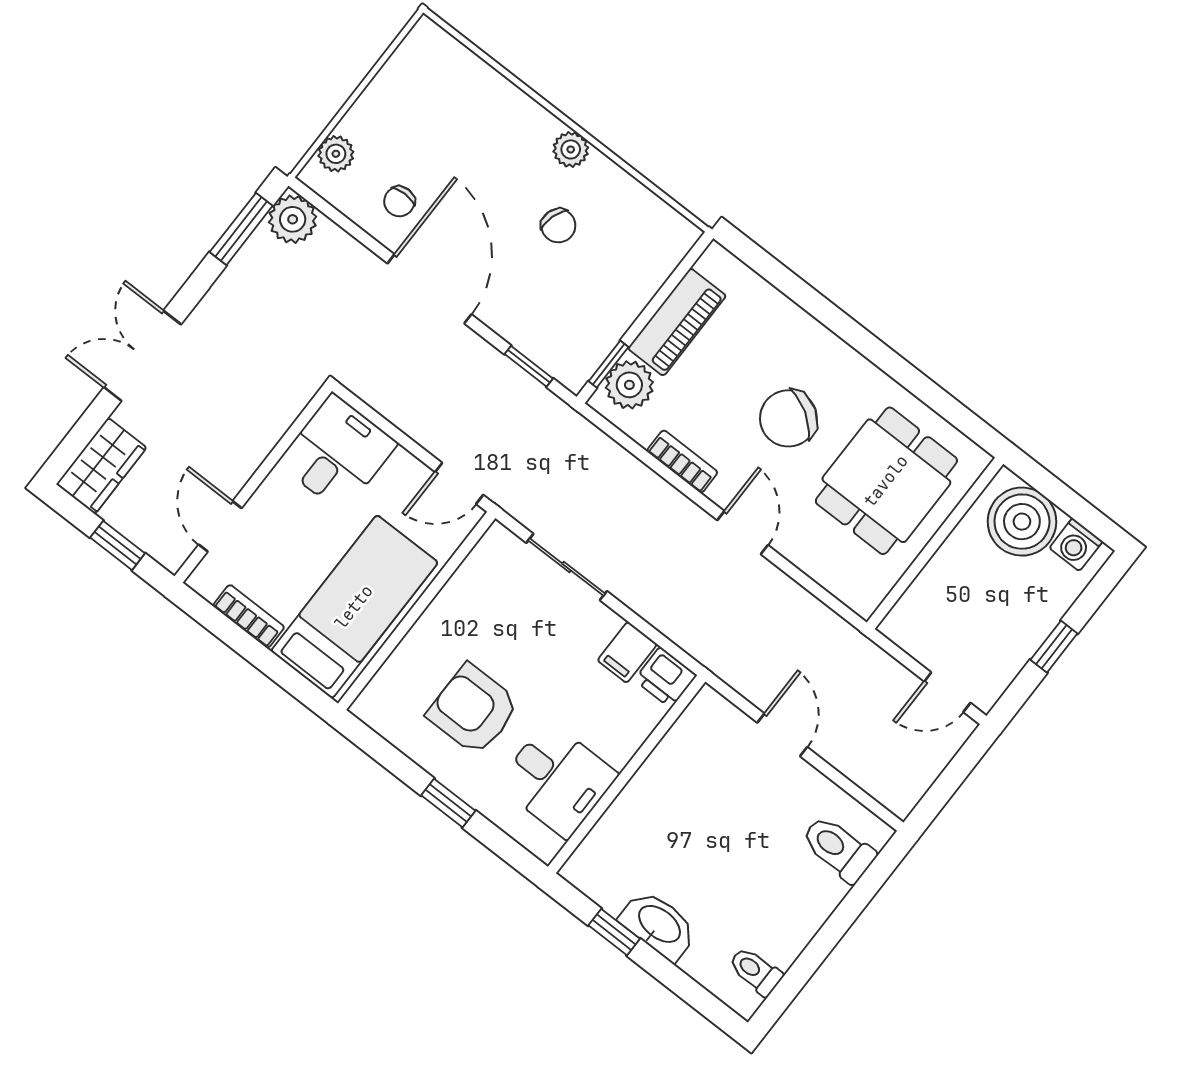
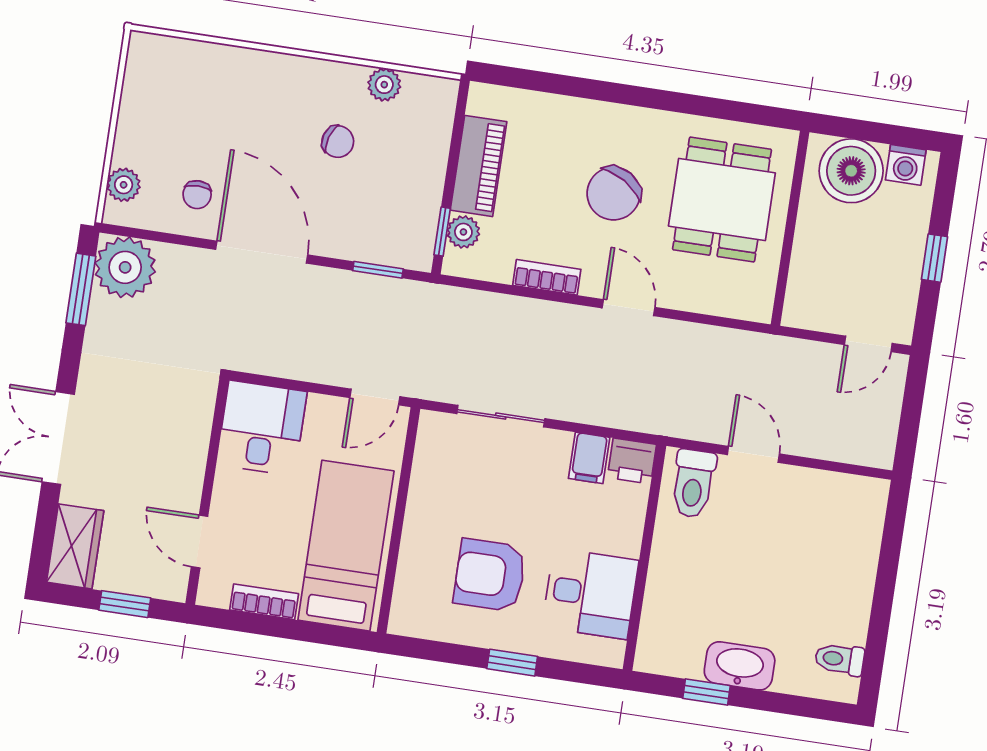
plant: (571, 149) -> (384, 85), moved
plant: (293, 219) -> (125, 267), width x1.36, depth x1.36
plant: (629, 385) -> (463, 232), width x0.73, depth x0.73
toilet: (838, 849) -> (693, 484), moved, turned -90

